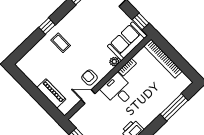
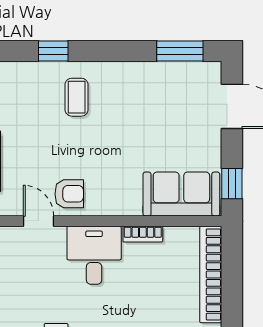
window: (47, 26) -> (53, 51), moved
plant: (114, 62) -> (131, 206), removed
armchair: (89, 78) -> (69, 194), turned 90

